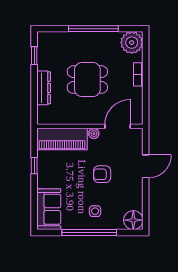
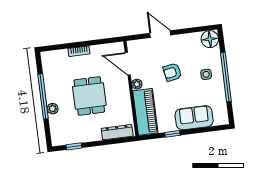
plant: (132, 43) -> (53, 109), moved, width x0.53, depth x0.53
dresser: (44, 88) -> (117, 132), moved
armchair: (102, 174) -> (172, 72), turned 80
sofa: (49, 209) -> (194, 118), moved

